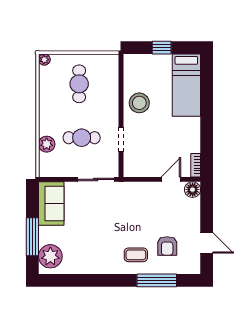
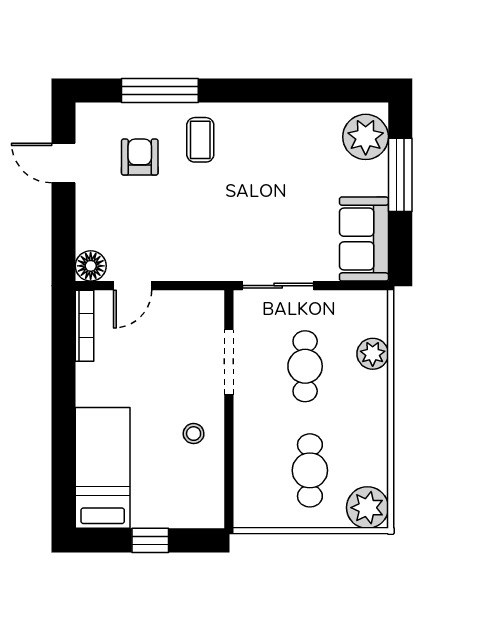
plant: (44, 60) -> (367, 508), width x1.87, depth x1.87
stool: (139, 103) -> (194, 434), width x0.53, depth x0.53
cafe table: (82, 138) -> (305, 366), turned 90
doorway: (121, 140) -> (229, 362), width x1.38
bookcase: (196, 165) -> (85, 326), width x1.56
coffee table: (136, 255) -> (200, 140), turned 90

